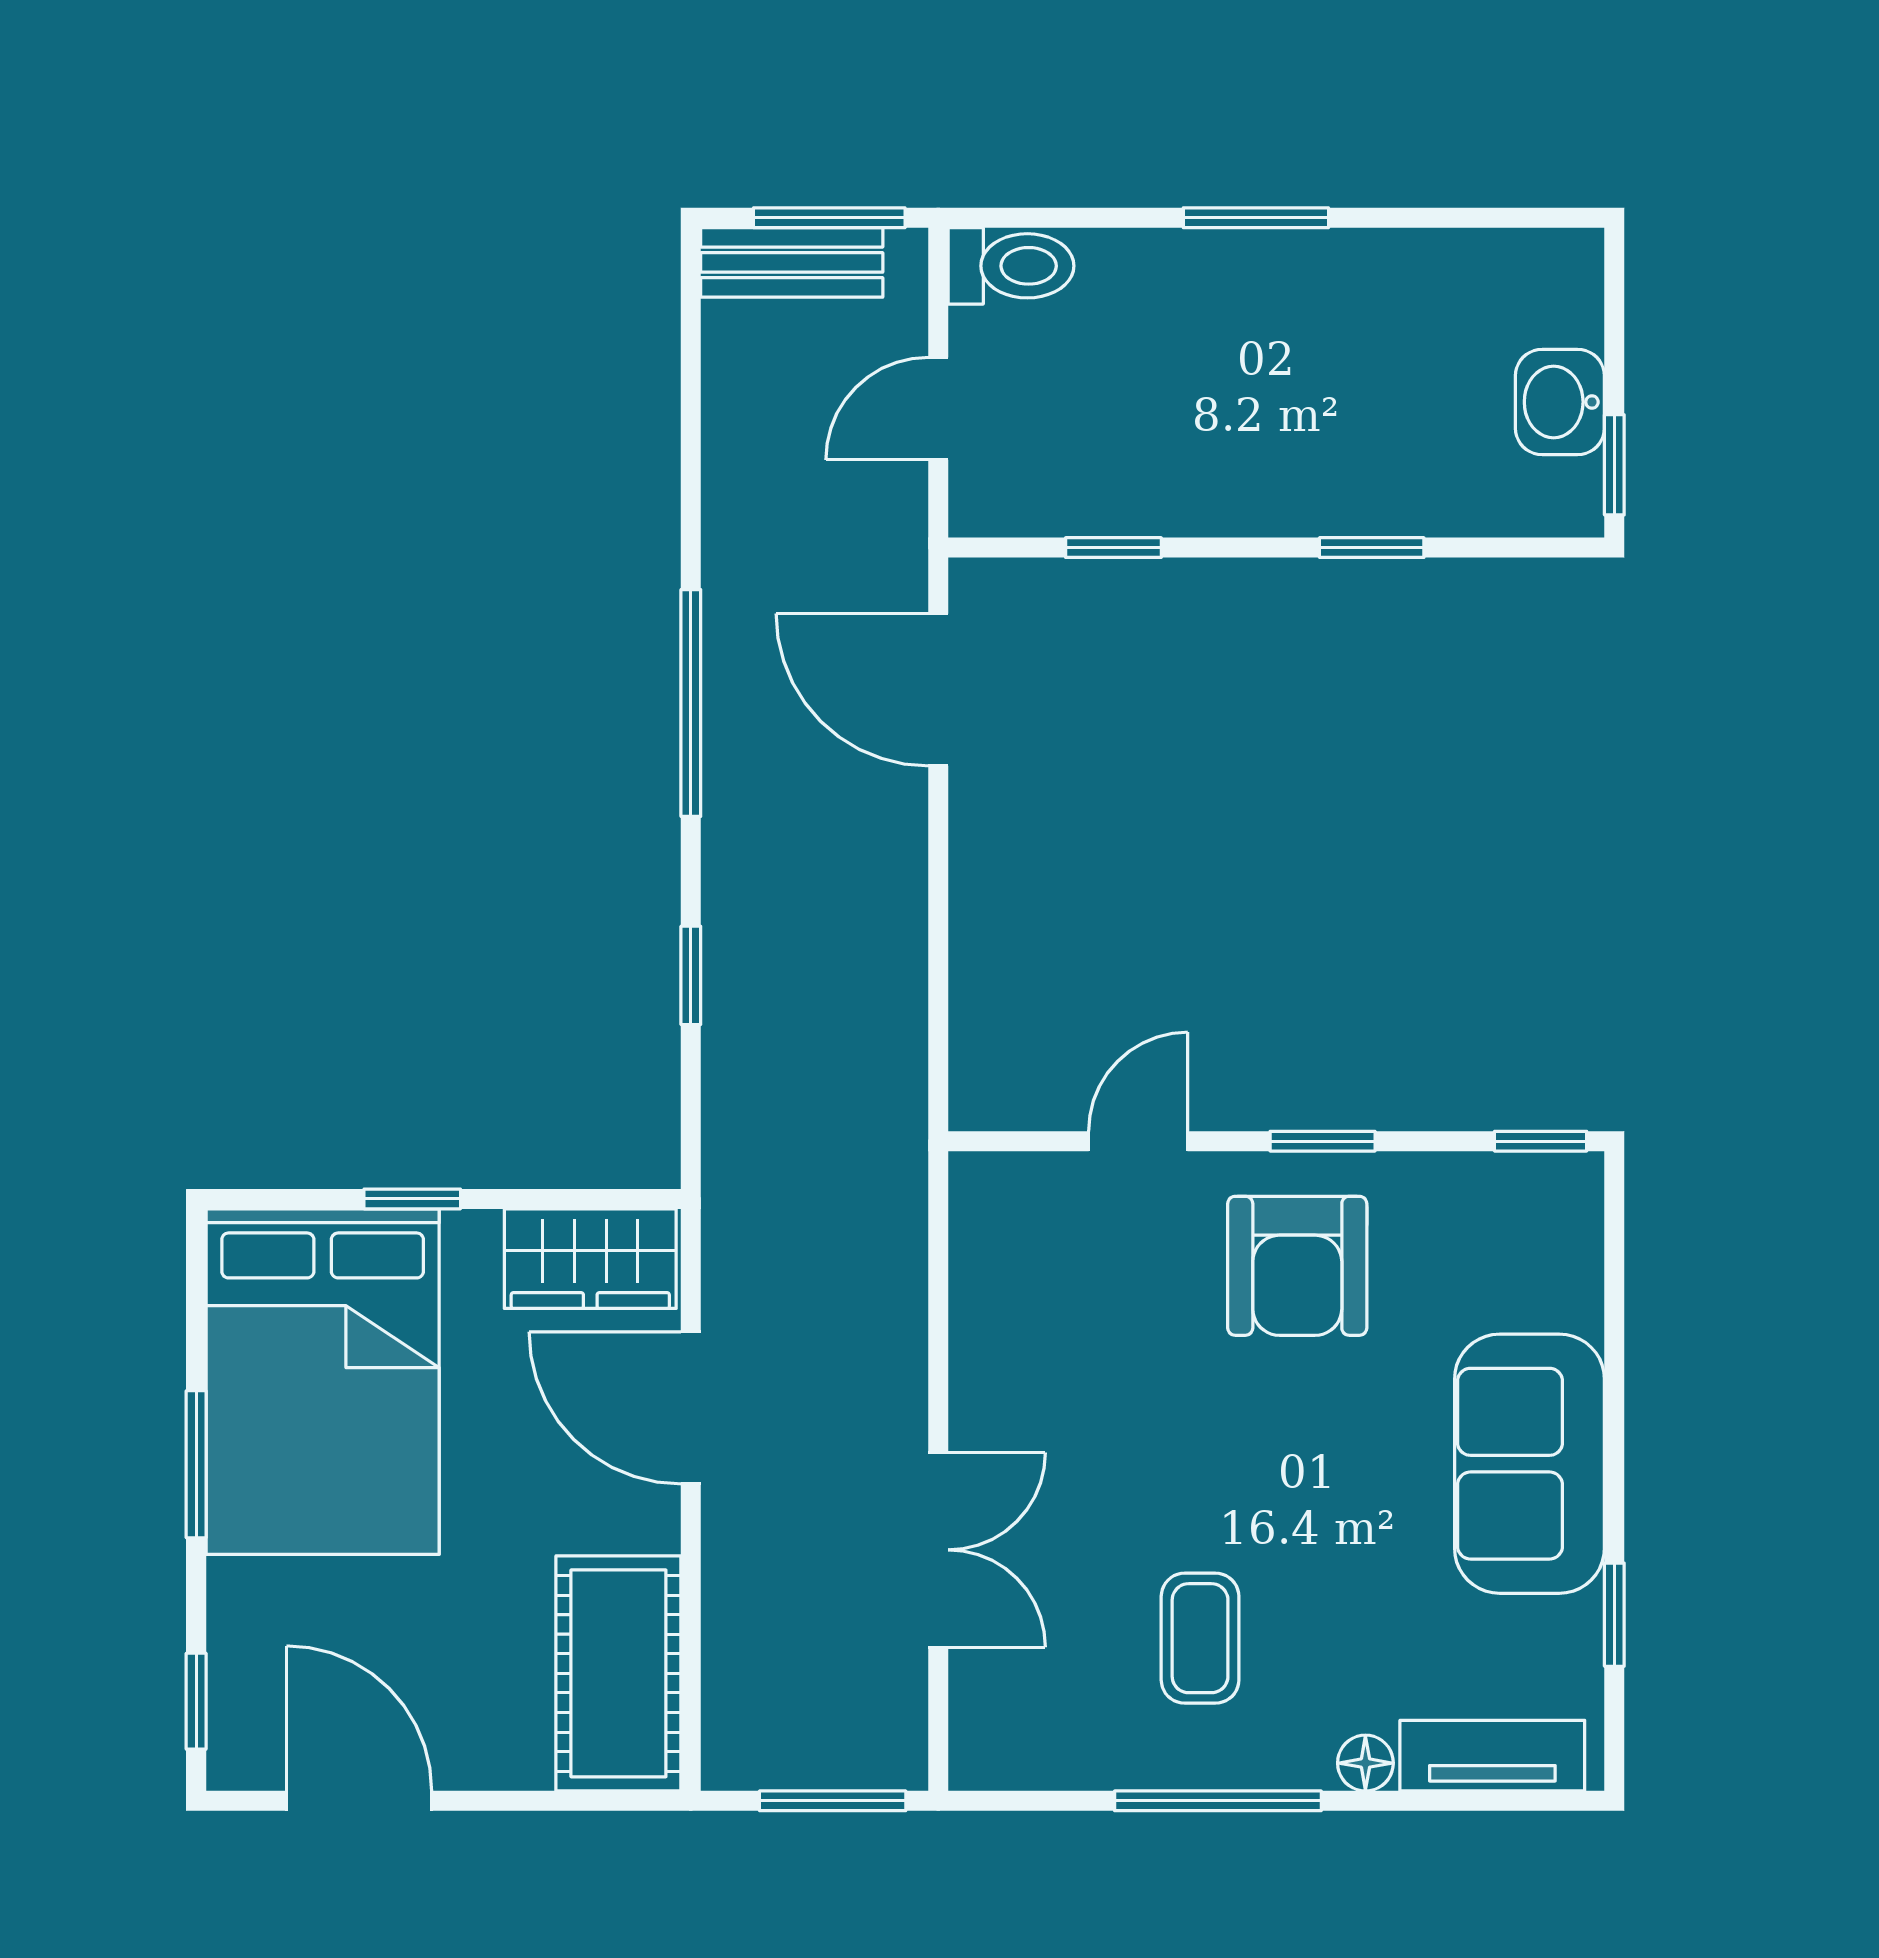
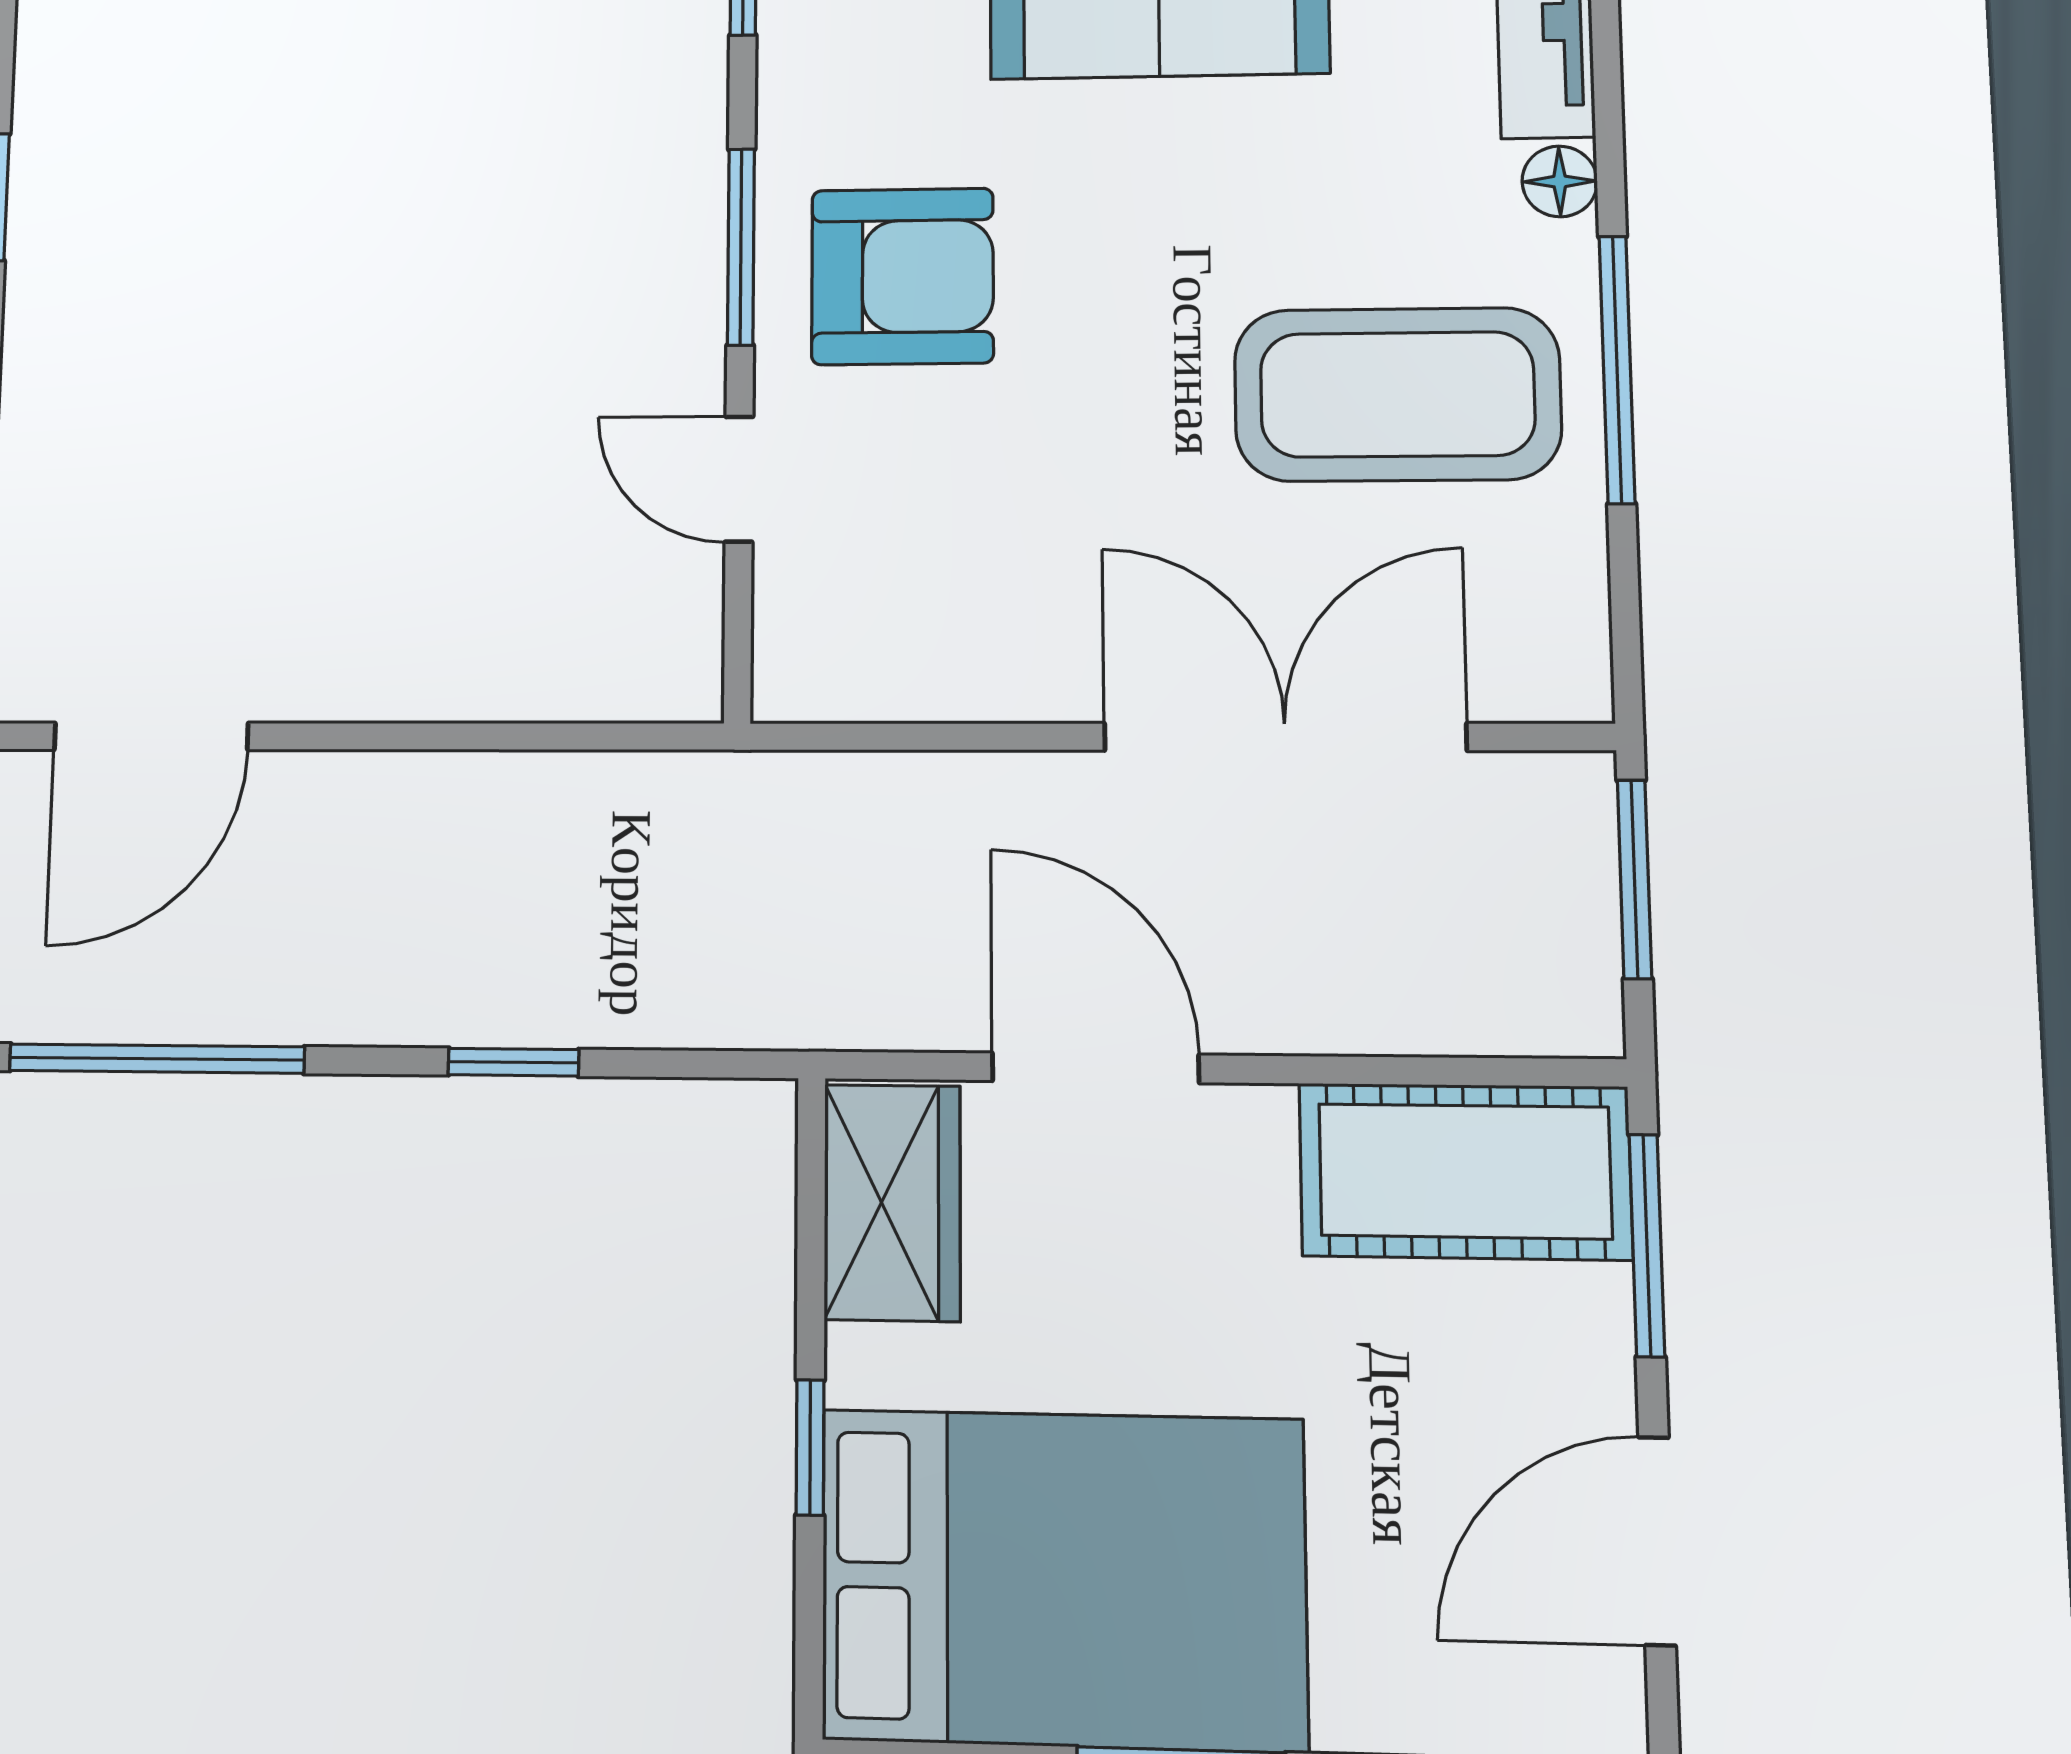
window: (1323, 1141) -> (741, 247), width x1.50
door: (691, 1408) -> (1095, 1068), swing flipped
double door: (938, 1550) -> (1285, 737), width x1.37
coffee table: (1200, 1638) -> (1397, 395), width x1.86, depth x1.72
window: (567, 1801) -> (1647, 1245), added

